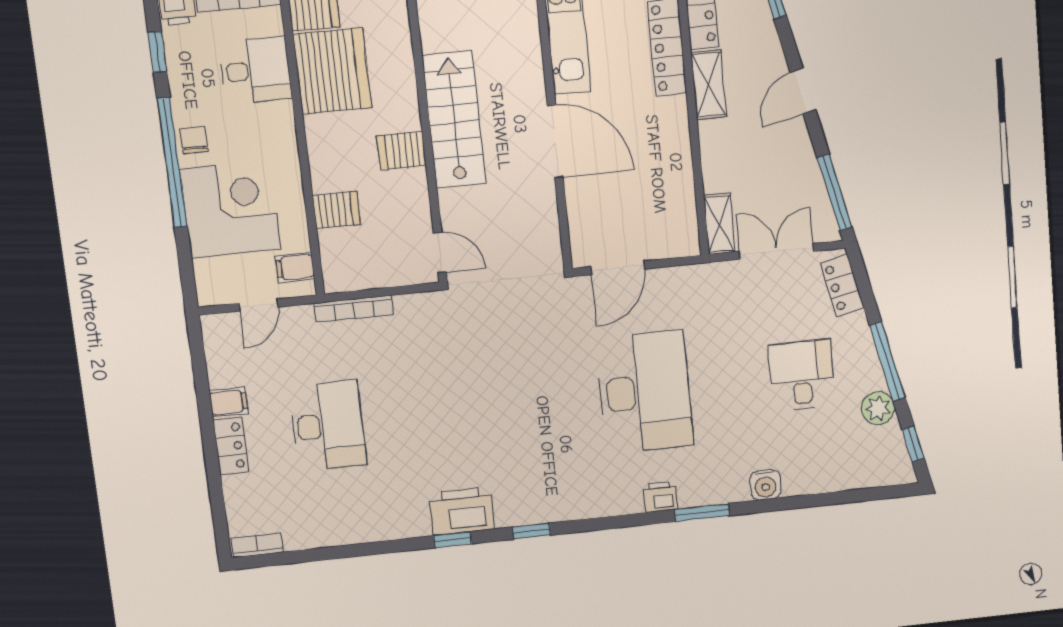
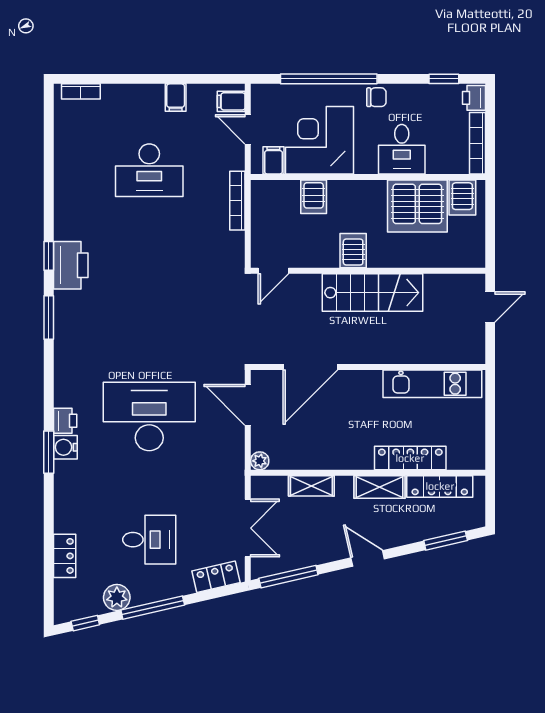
desk: (255, 70) -> (402, 149), moved
door: (555, 141) -> (310, 367), moved
window: (172, 163) -> (329, 79), moved
corner desk: (230, 209) -> (320, 140), moved, turned 180
shelving: (719, 224) -> (311, 486), moved
plant: (689, 245) -> (260, 461), added
filing cabinet: (224, 330) -> (231, 101), added
desk: (645, 392) -> (149, 416), turned 180
locker: (231, 446) -> (65, 556), moved, turned -90
water cooler: (765, 485) -> (65, 447), moved
window: (531, 531) -> (49, 318), width x1.50
bookcase: (257, 545) -> (81, 91), moved, turned 90

